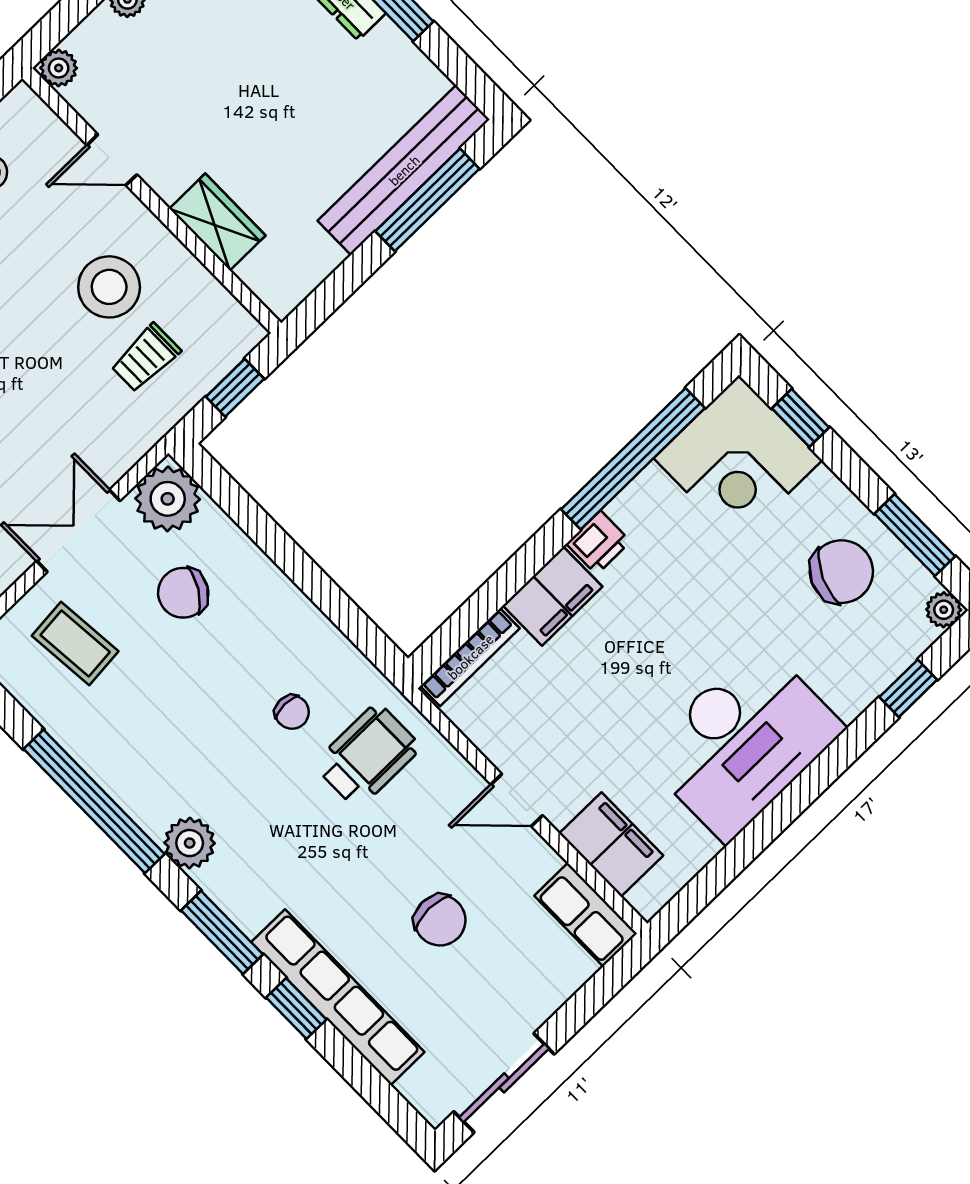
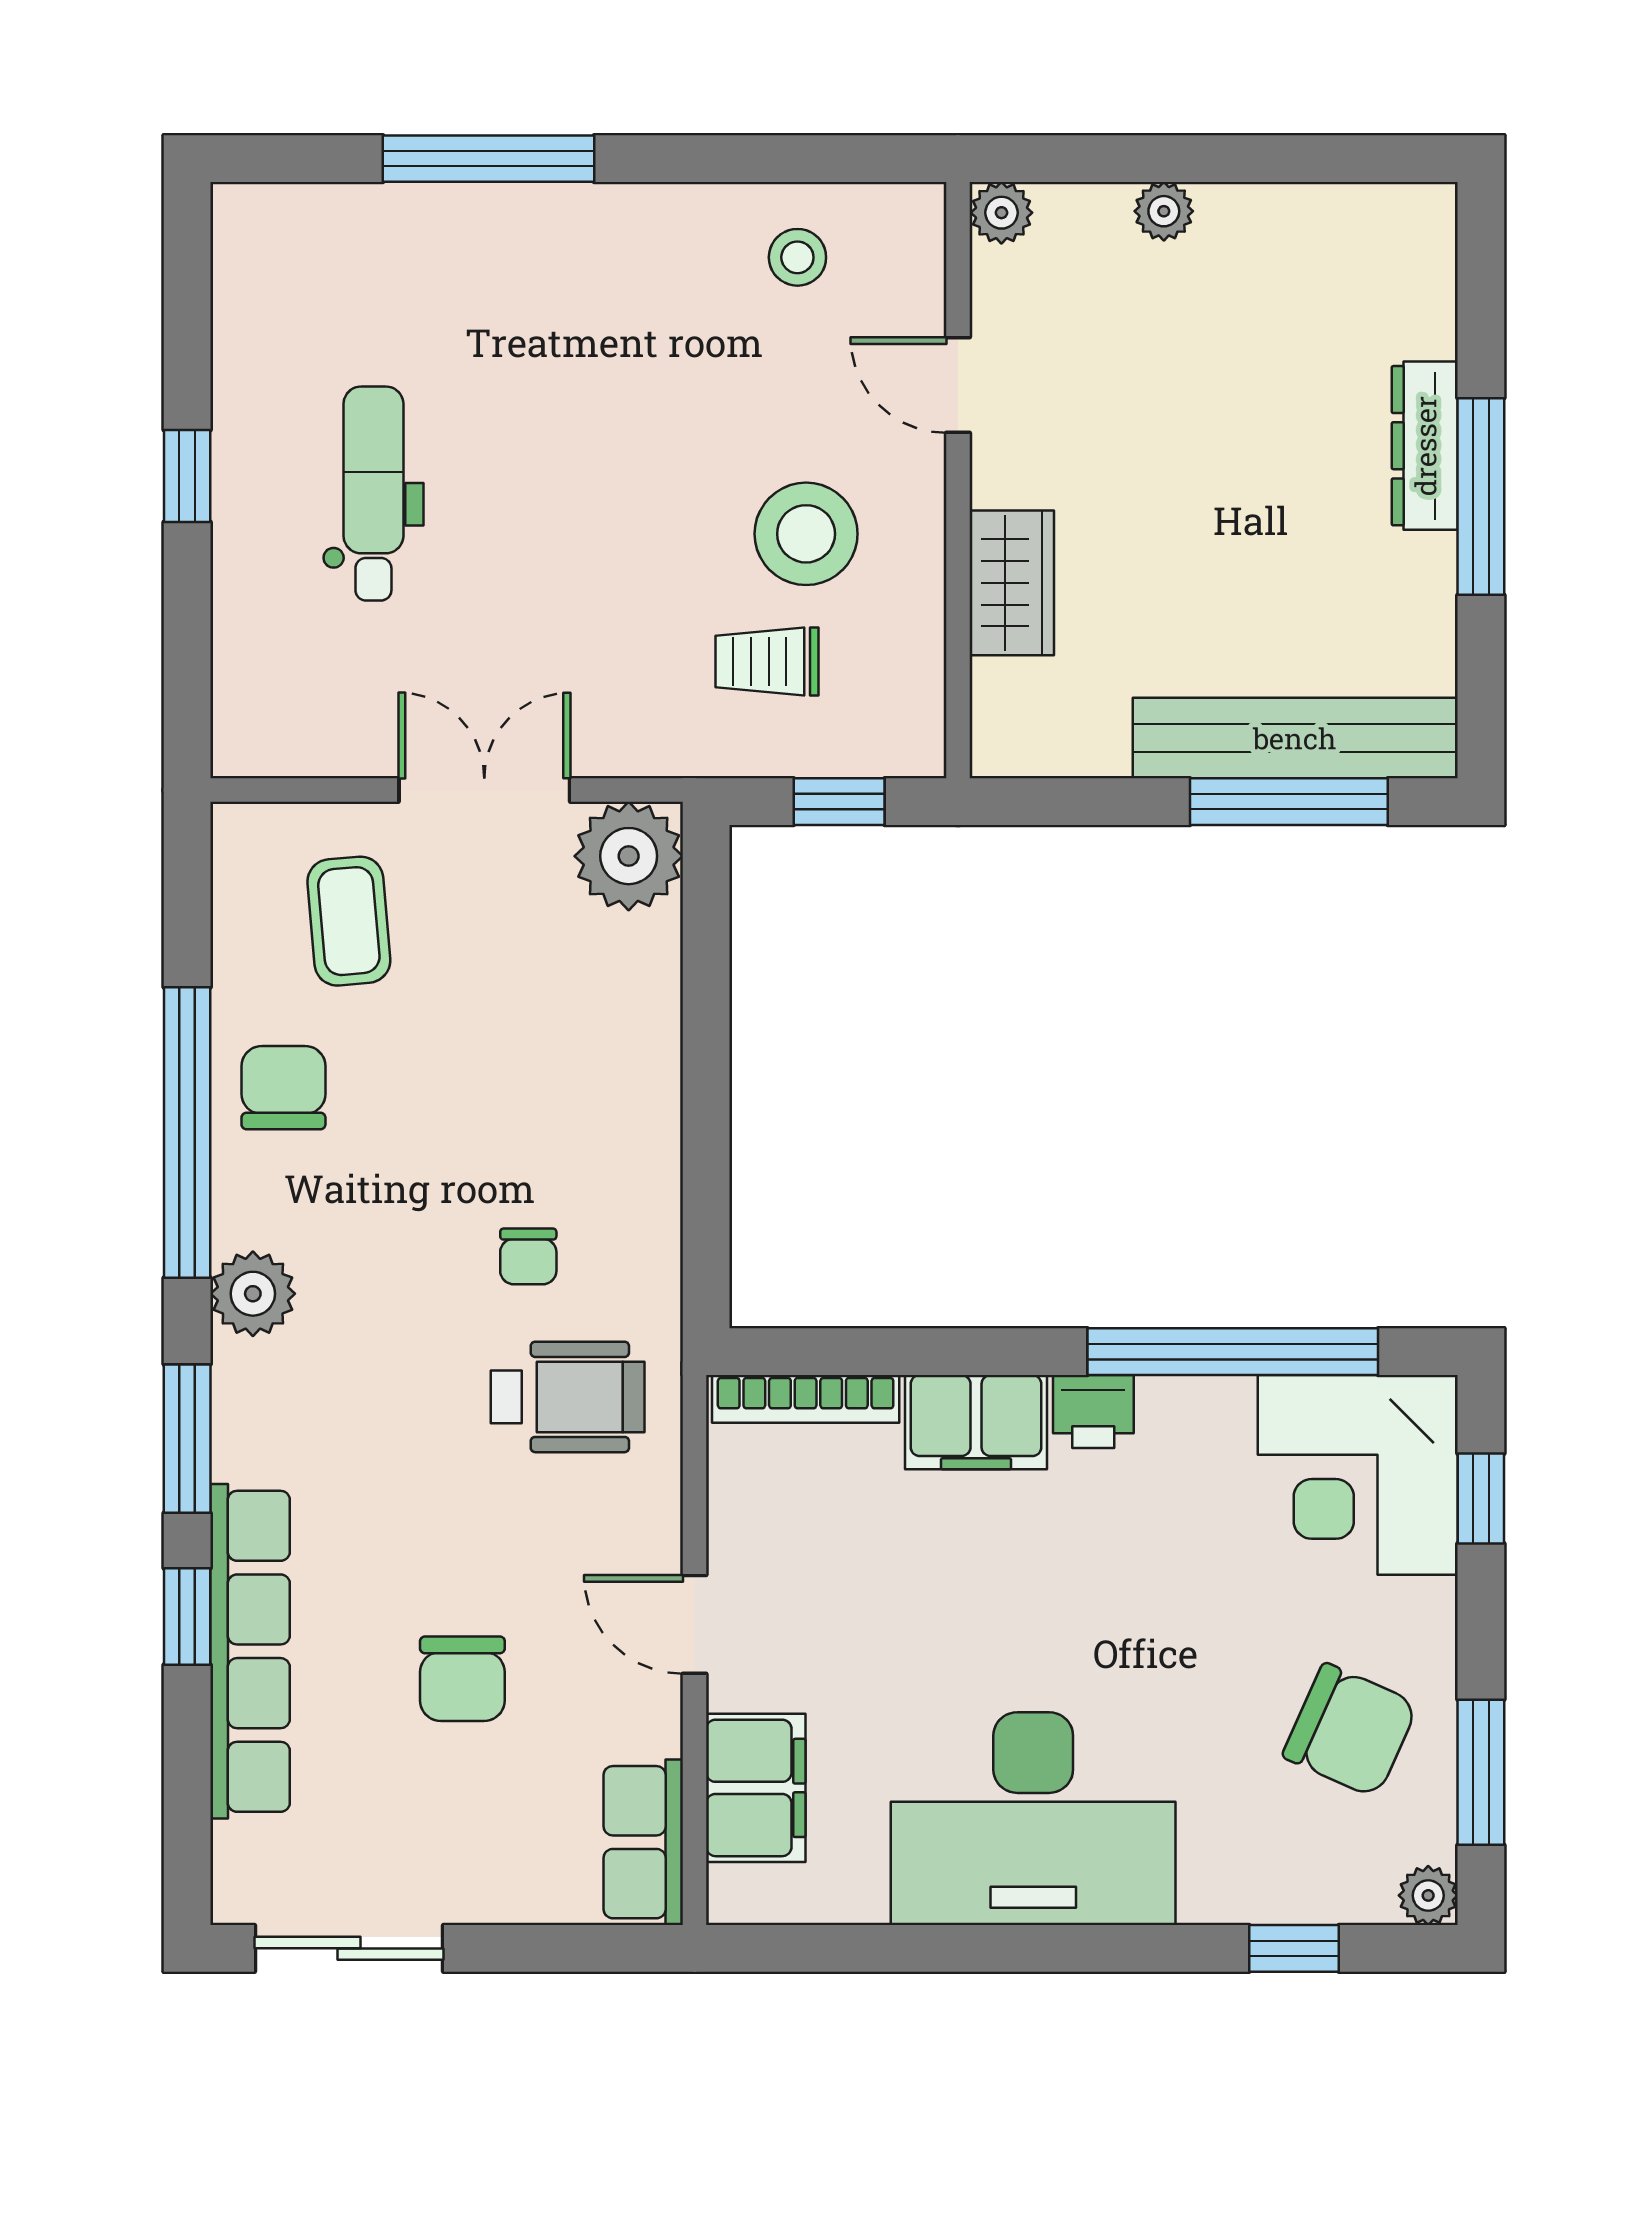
chair: (183, 593) -> (283, 1088), moved, turned 59

